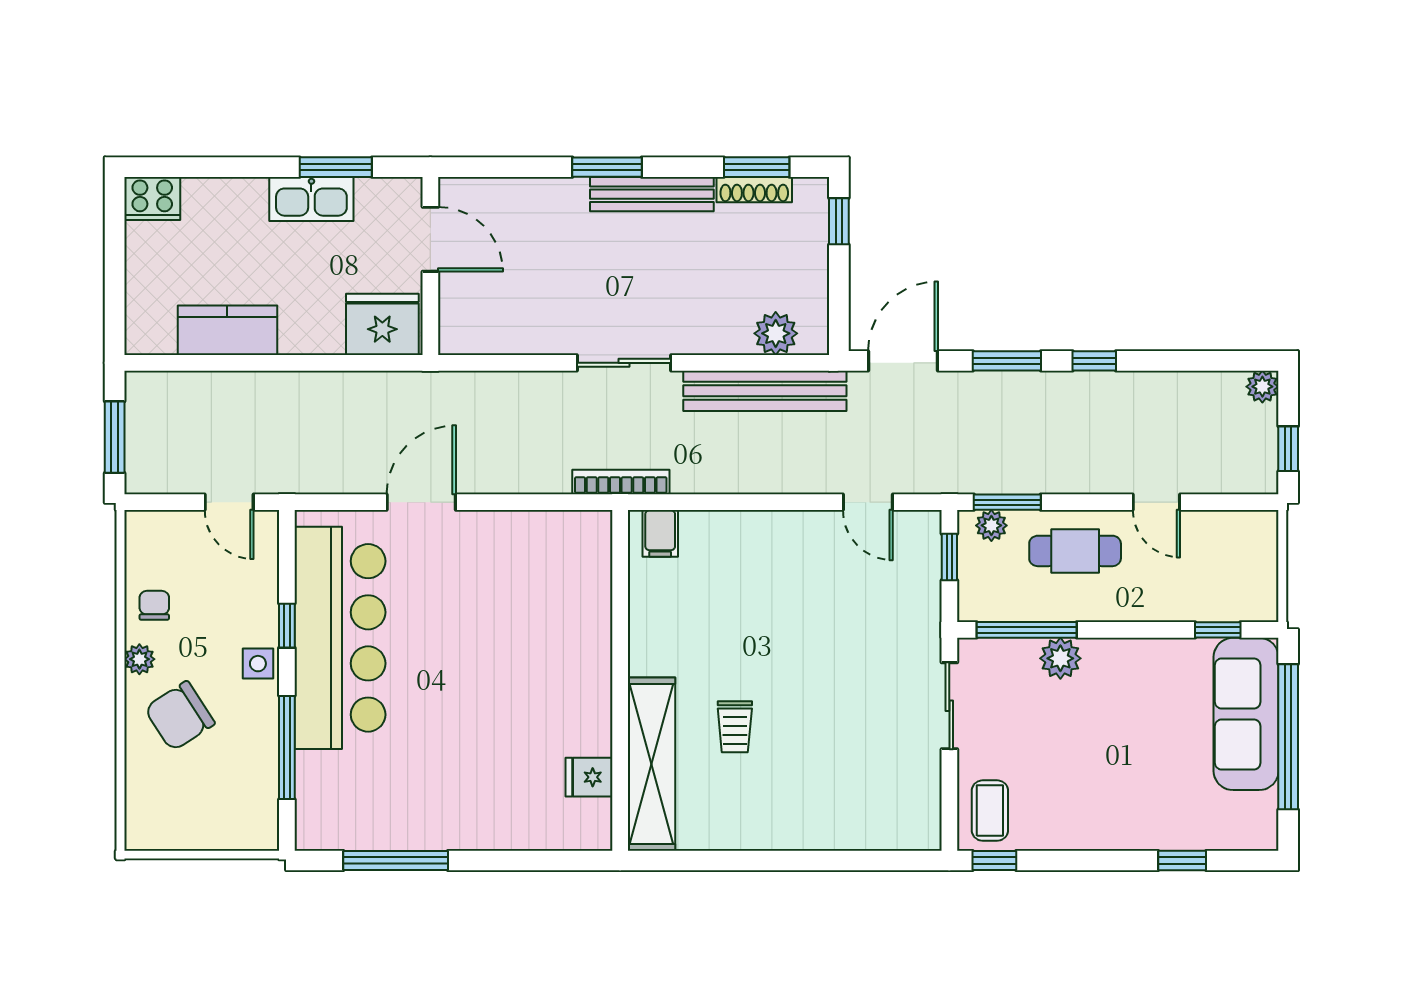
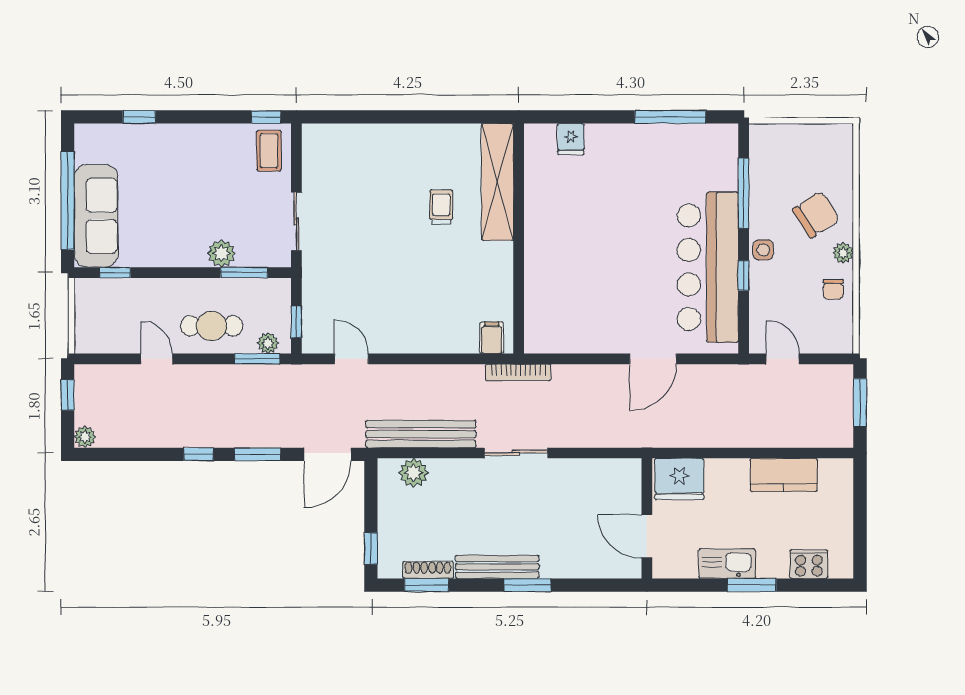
window: (336, 167) -> (752, 585), moved
cooker: (152, 198) -> (809, 564), moved
window: (1027, 630) -> (244, 273), width x0.69
fridge: (589, 777) -> (571, 139), moved, turned 90

